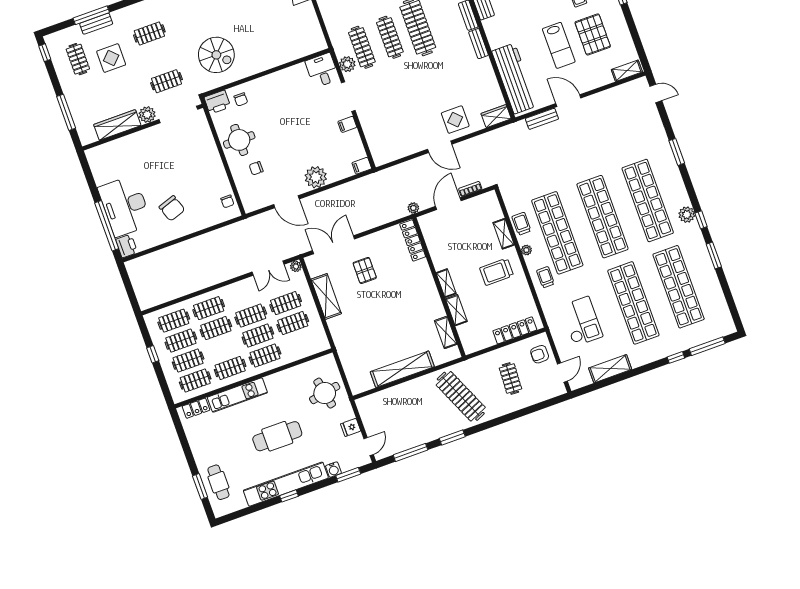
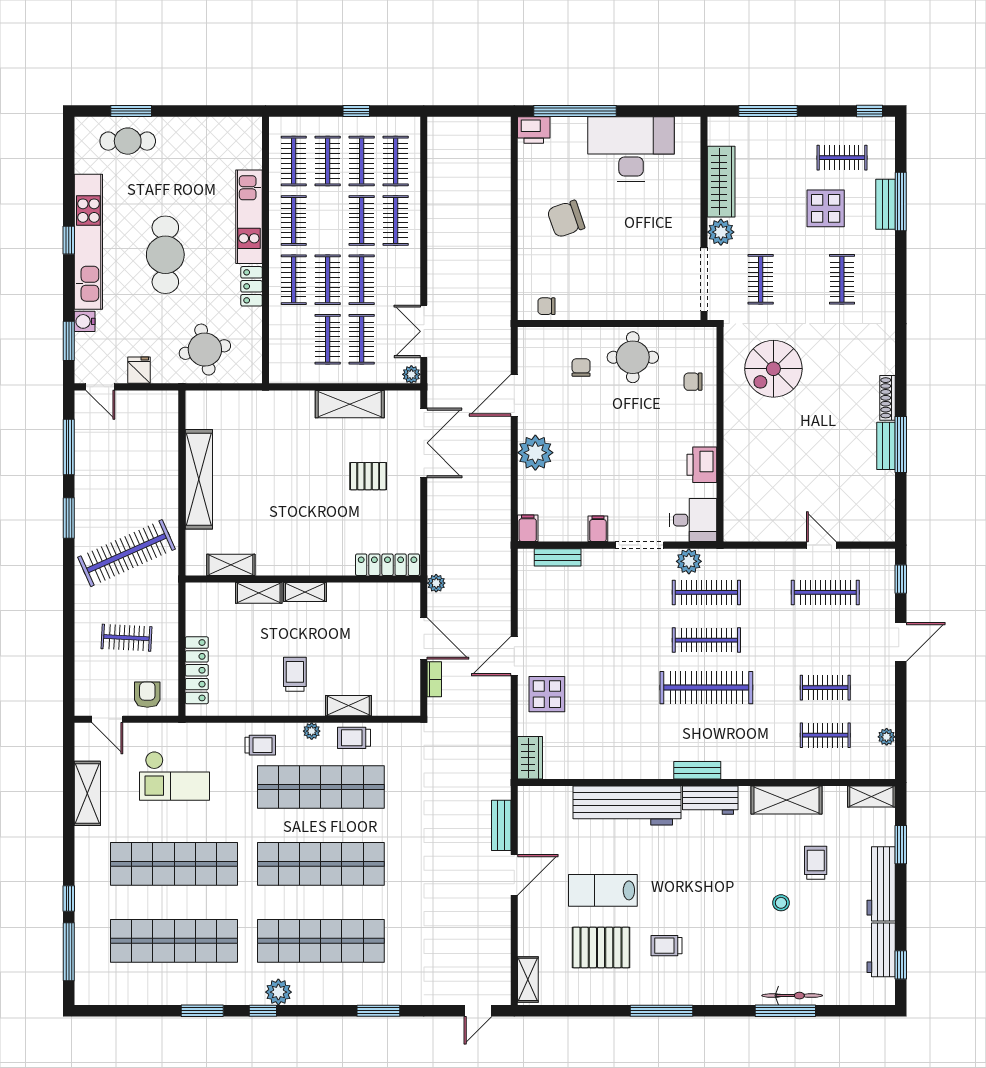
bench: (478, 44) -> (558, 557), moved
workbench: (514, 79) -> (627, 806), moved
printer: (217, 102) -> (702, 465), moved
desk: (125, 206) -> (631, 149), moved
trolley: (521, 224) -> (354, 738), turned 180
trolley: (497, 272) -> (295, 674), width x0.73, depth x0.72
locker: (196, 408) -> (252, 286), moved

